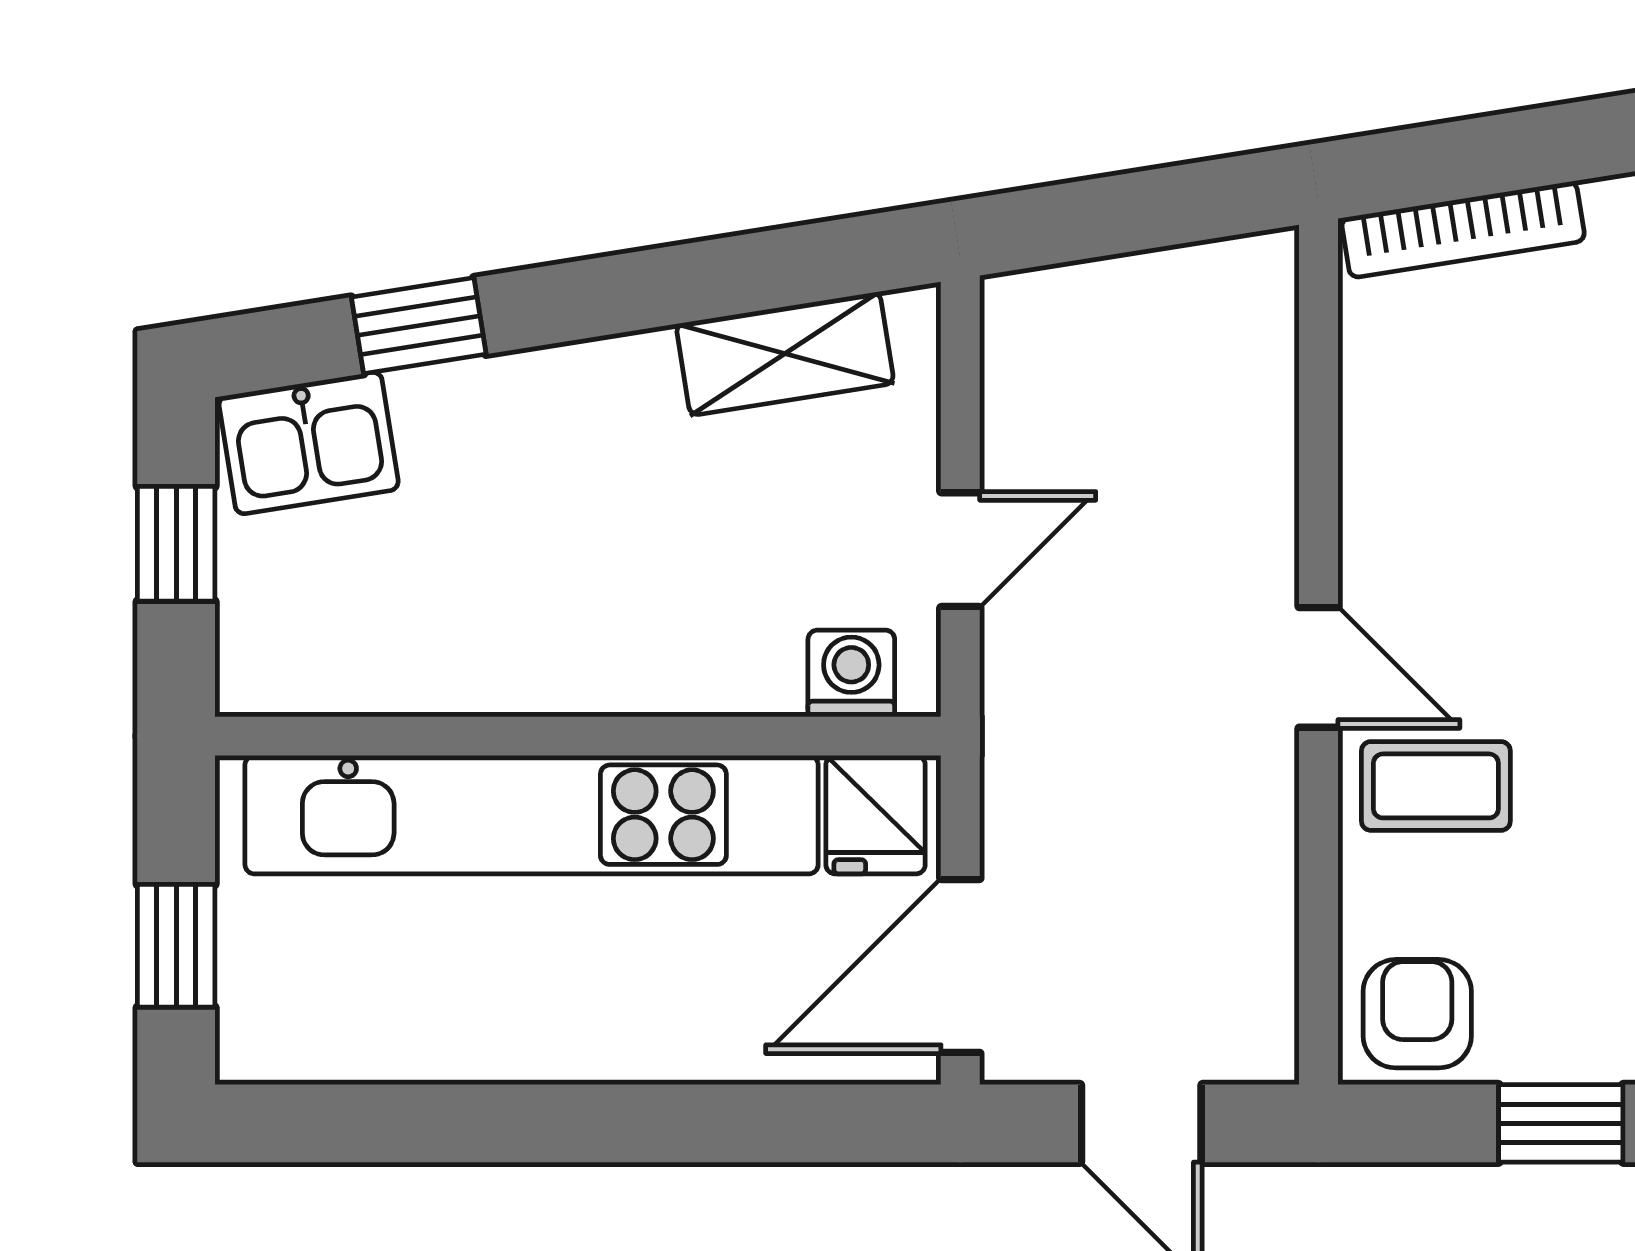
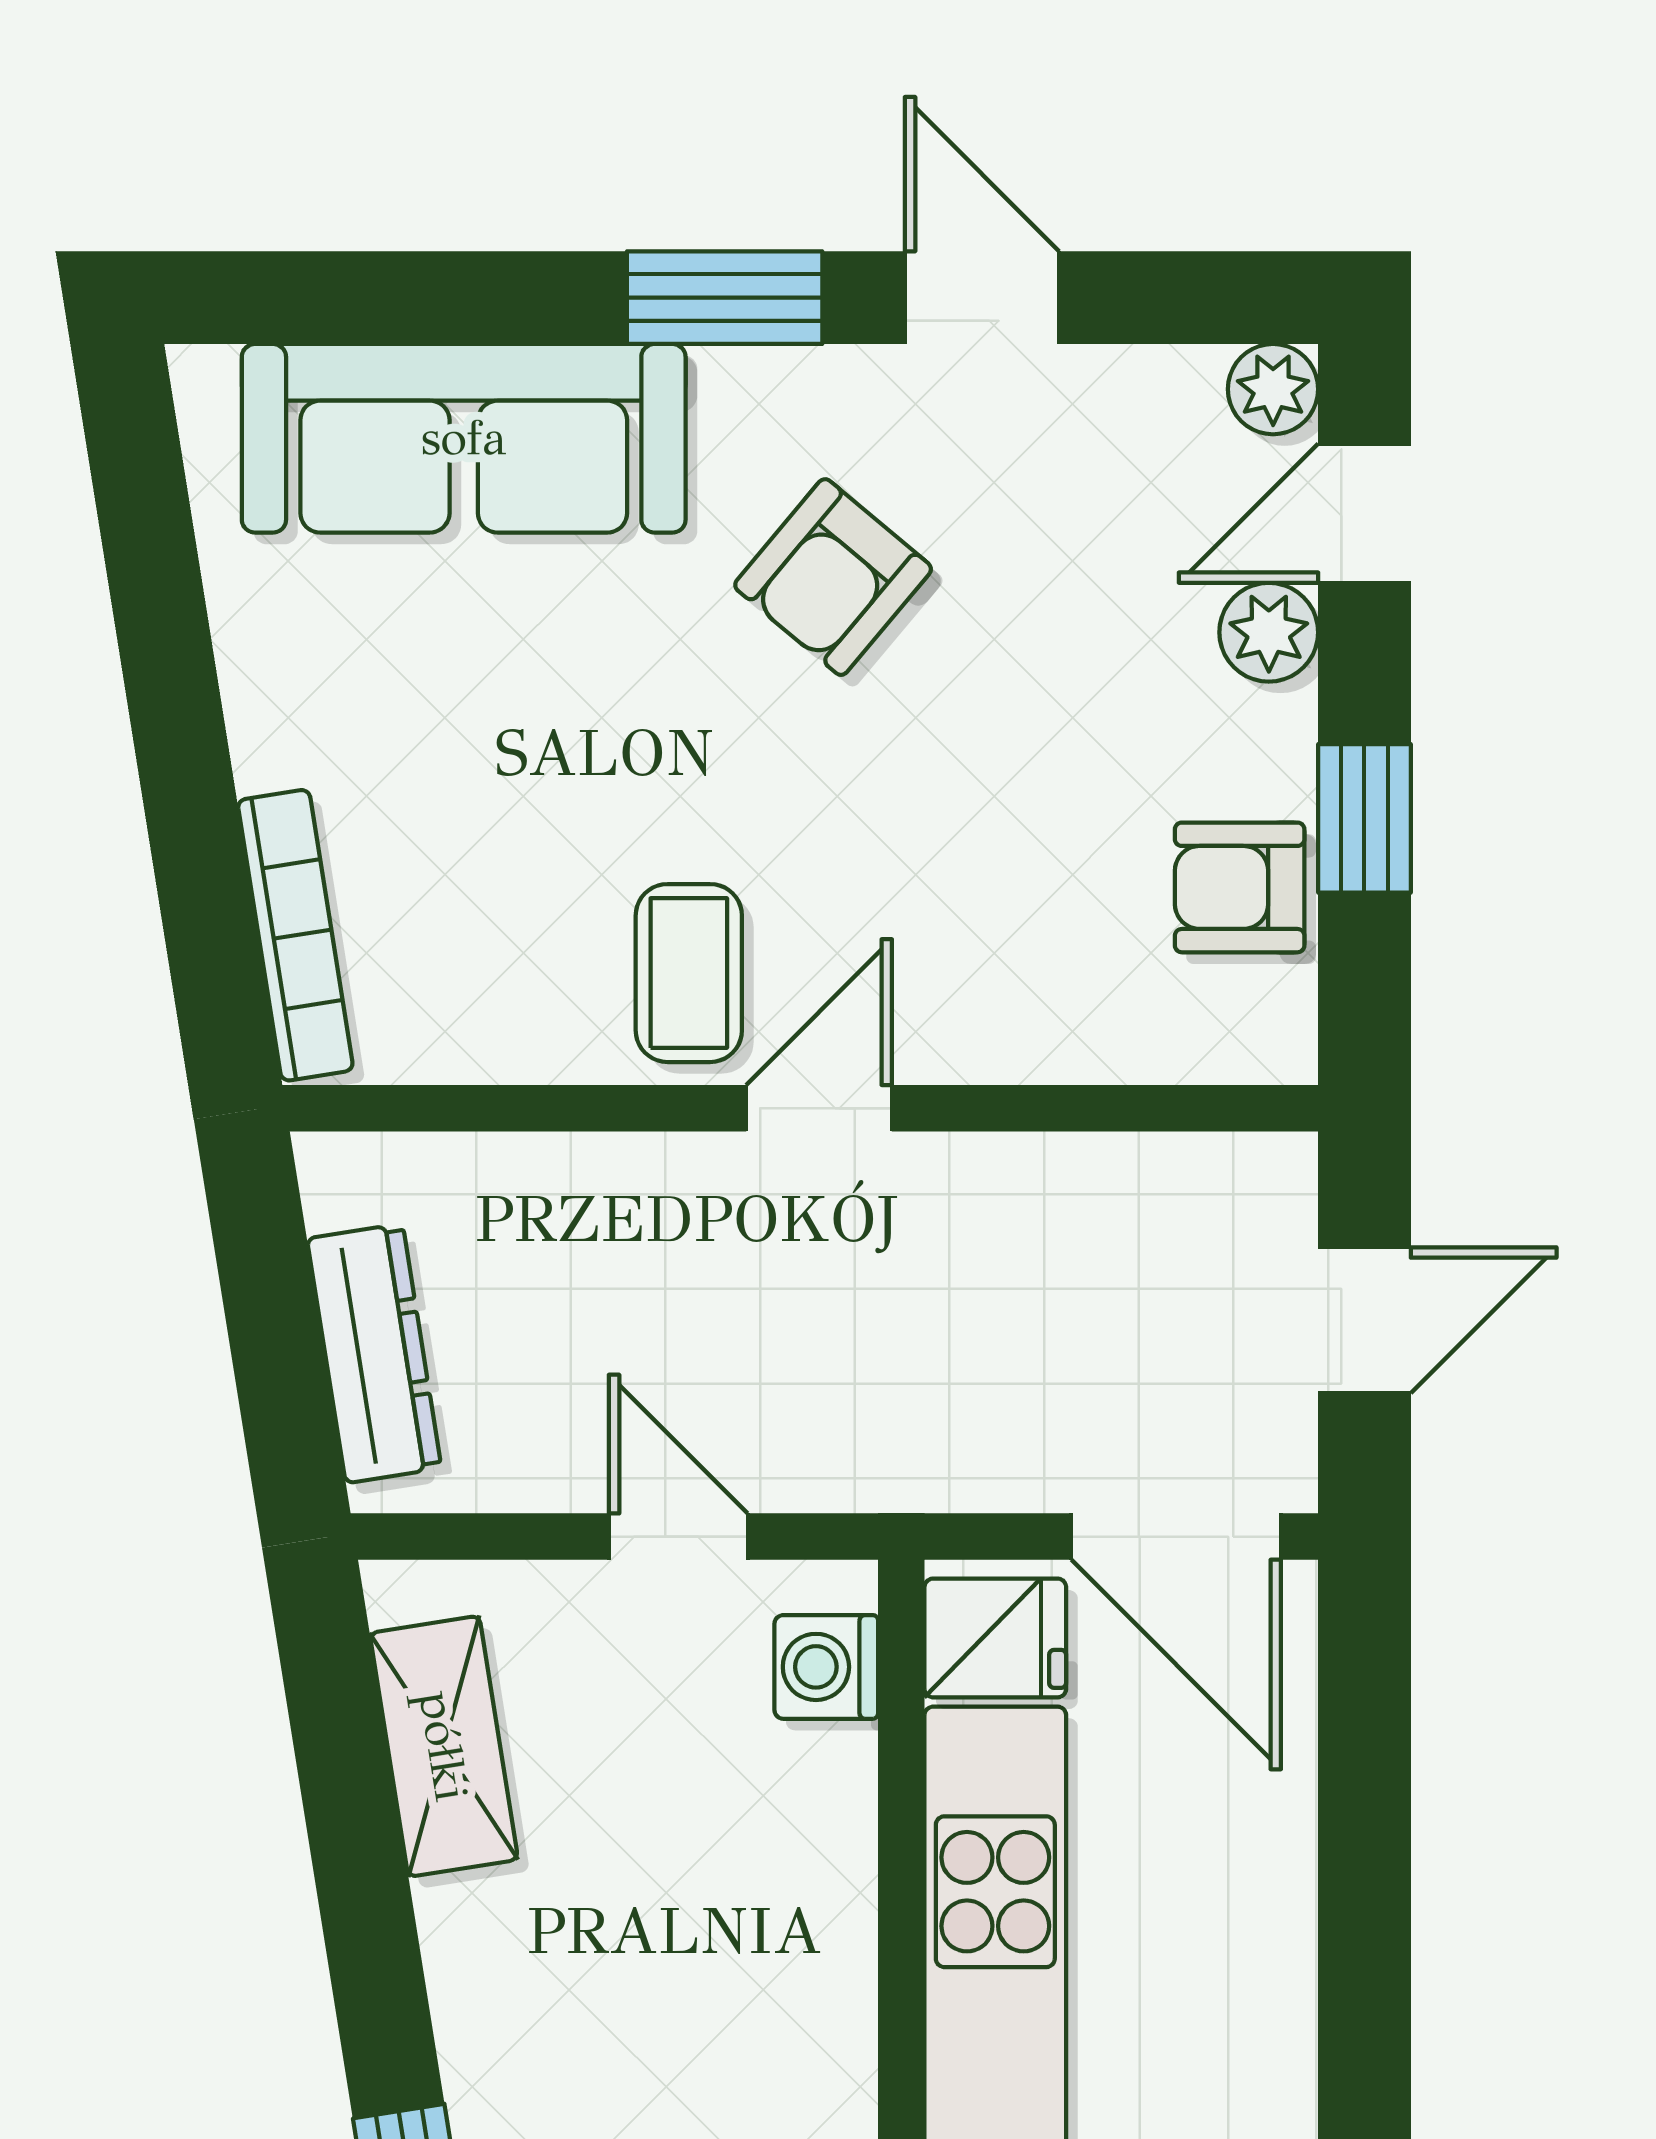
dresser: (1114, 295) -> (374, 1353), added
coffee table: (1436, 786) -> (689, 973), moved
armchair: (1417, 1014) -> (1240, 887), moved

